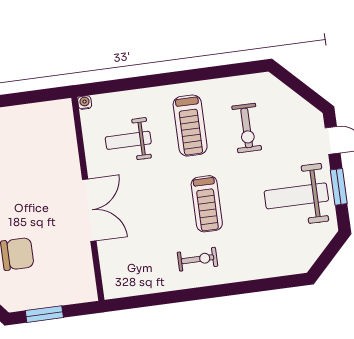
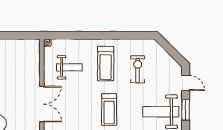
exercise bike: (247, 128) -> (138, 69), turned 180
weight bench: (128, 140) -> (69, 67), turned 180

